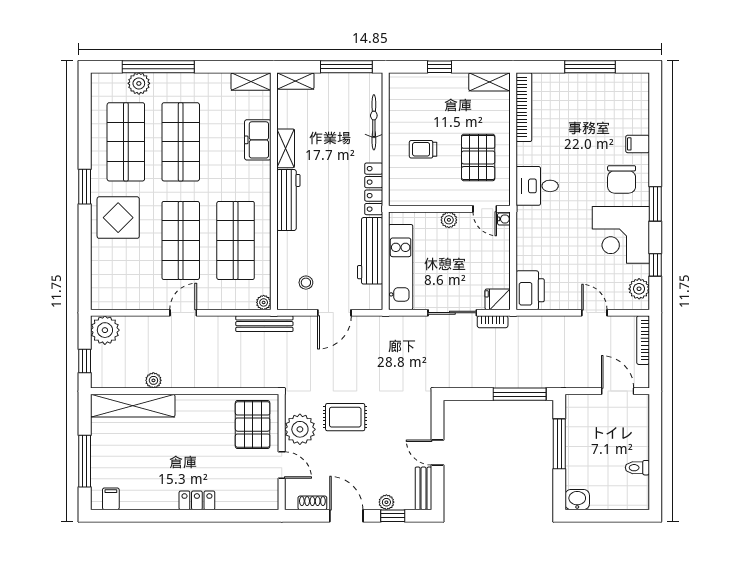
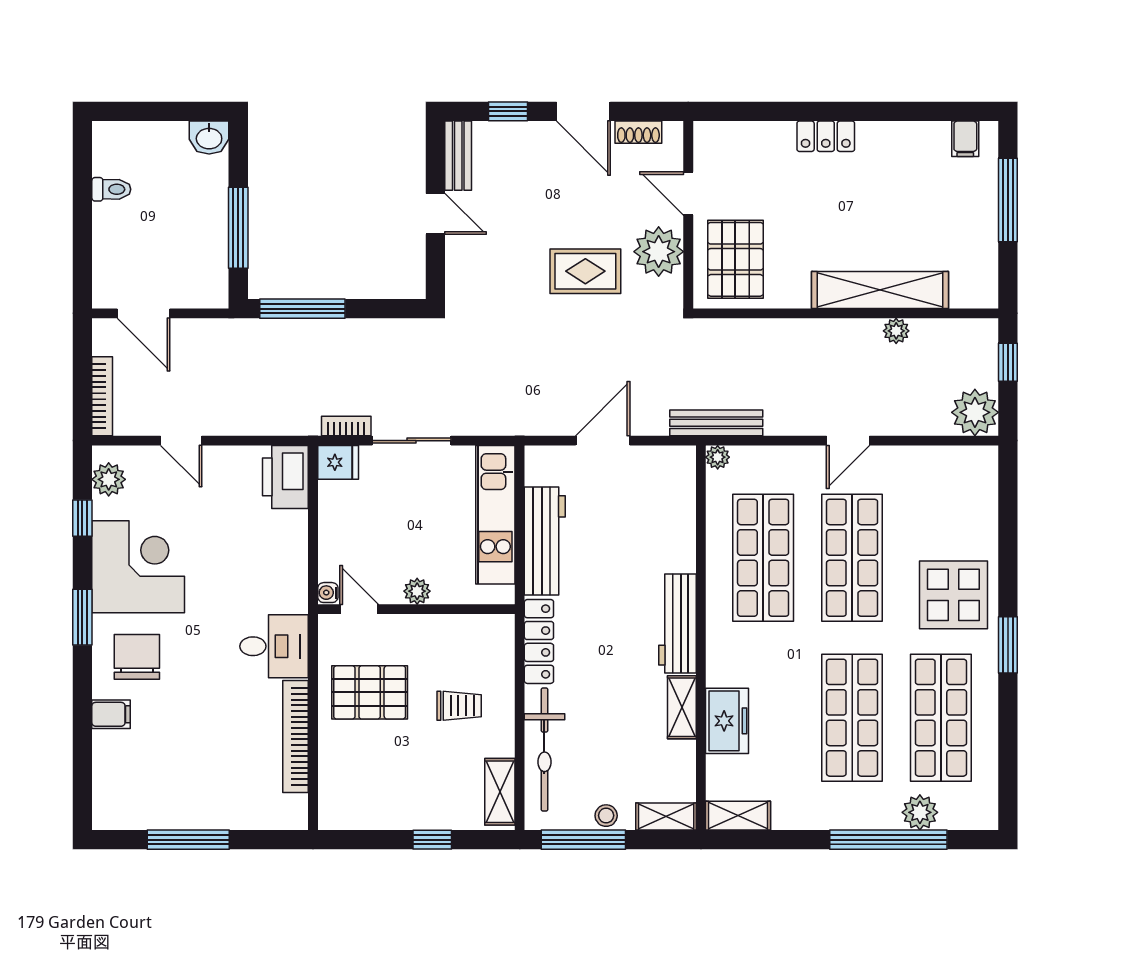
shelving: (489, 82) -> (500, 792), moved, turned 90
bookcase: (524, 107) -> (295, 737), moved
bicycle: (374, 122) -> (544, 749), width x1.37, depth x1.40
pallet: (478, 157) -> (370, 692), turned 90
stool: (306, 283) -> (606, 816), moved
shelving: (133, 406) -> (880, 290), moved
plant: (386, 502) -> (518, 133), removed

